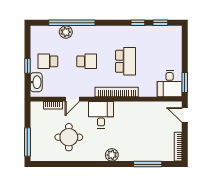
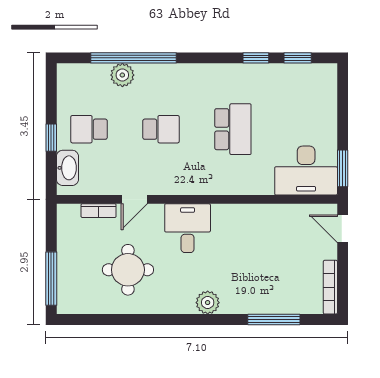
desk: (170, 84) -> (306, 171), width x1.37
bookcase: (117, 92) -> (216, 186), removed

